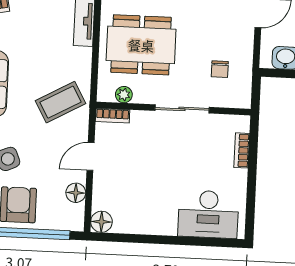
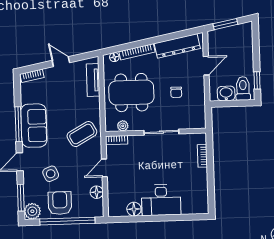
chair: (220, 69) -> (176, 92), moved
desk: (208, 214) -> (161, 200), moved
floor lamp: (101, 222) -> (134, 209), moved

